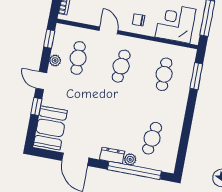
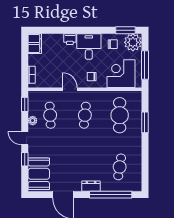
cafe table: (164, 74) -> (120, 115), width x1.37, depth x1.35
window: (196, 76) -> (145, 122), moved
plant: (130, 159) -> (106, 187), removed

